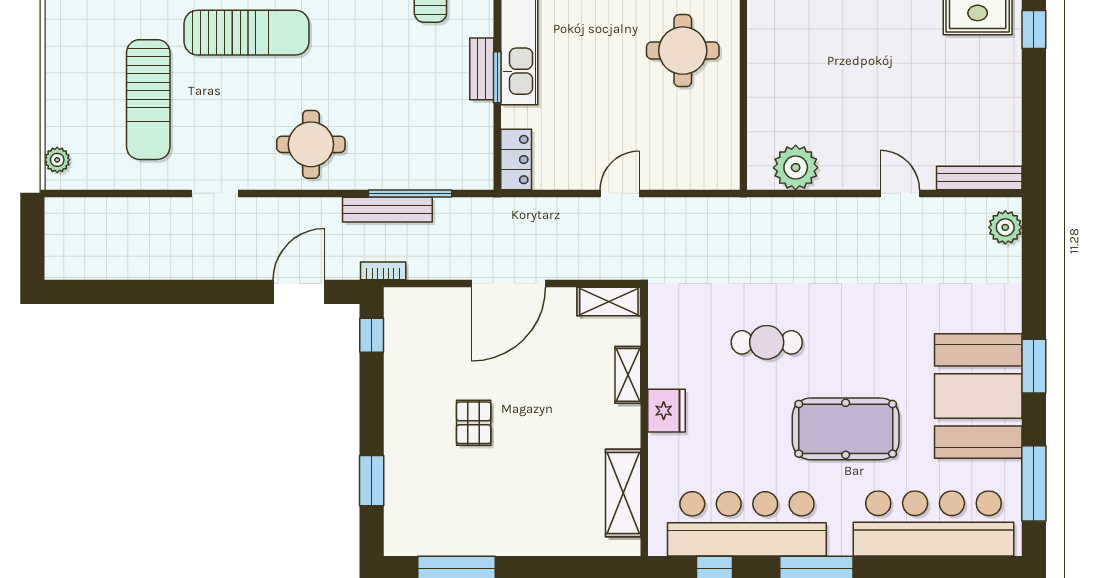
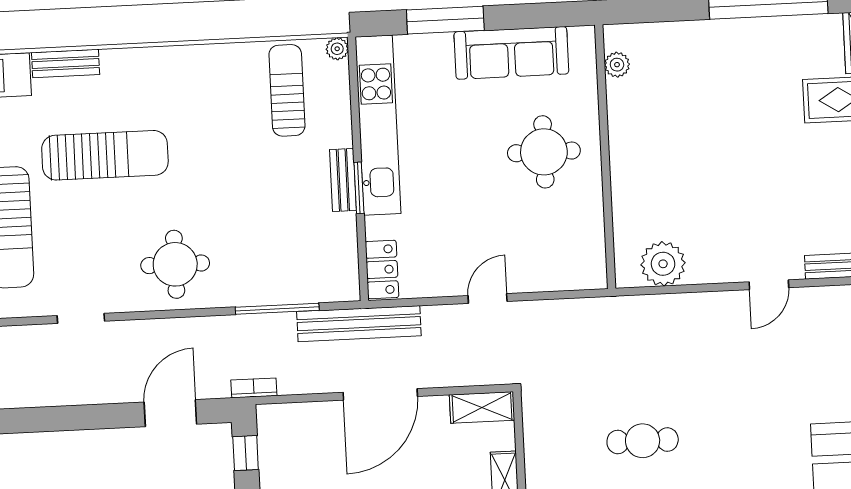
door: (900, 193) -> (769, 285), swing flipped
bench: (387, 210) -> (359, 324), moved, width x1.37, depth x1.21

